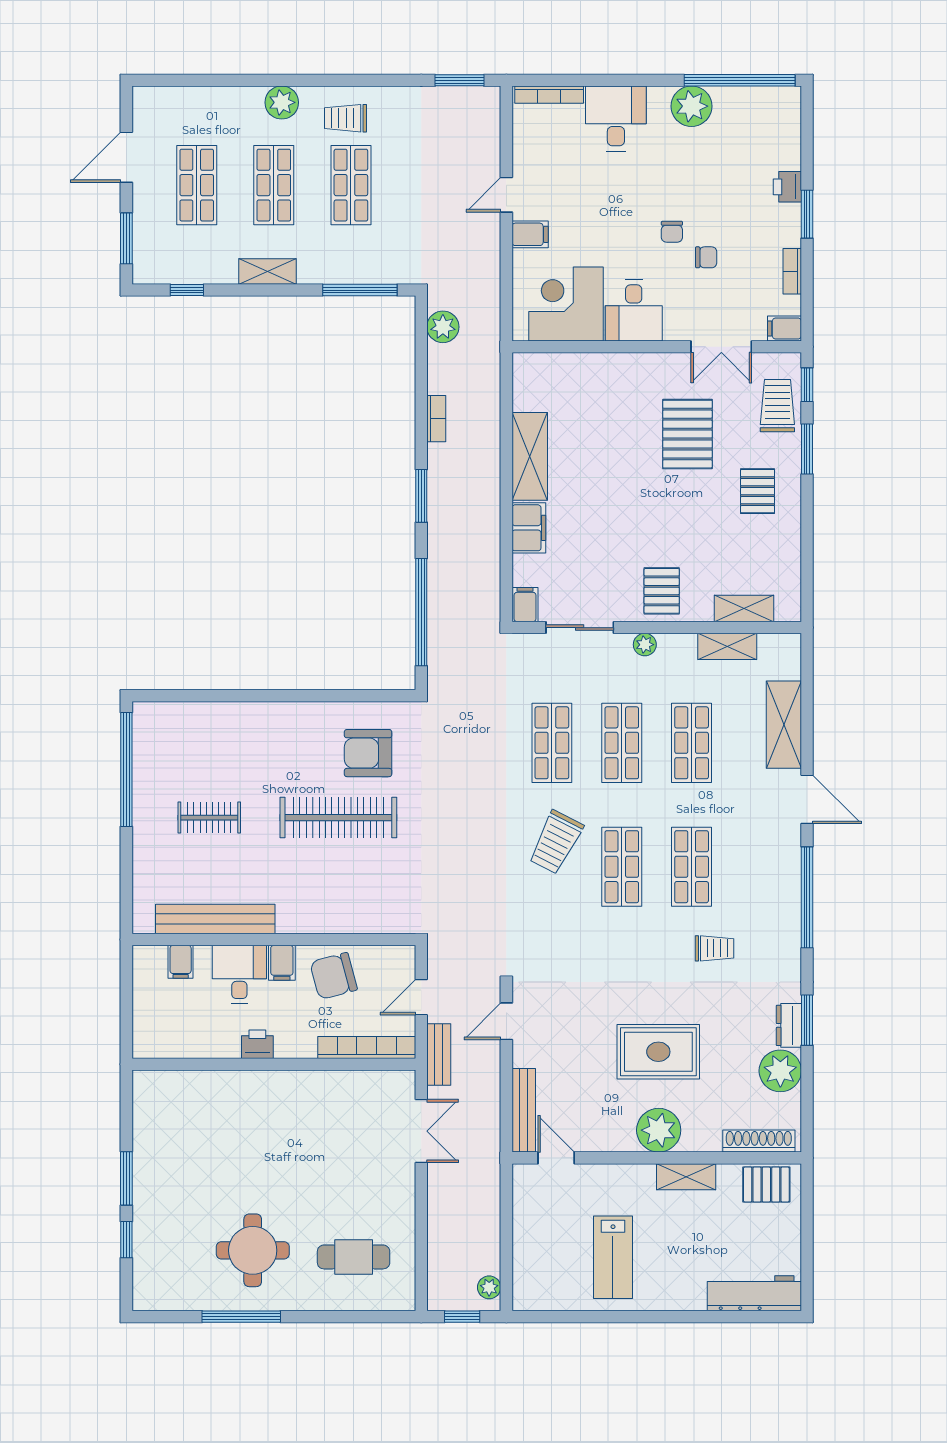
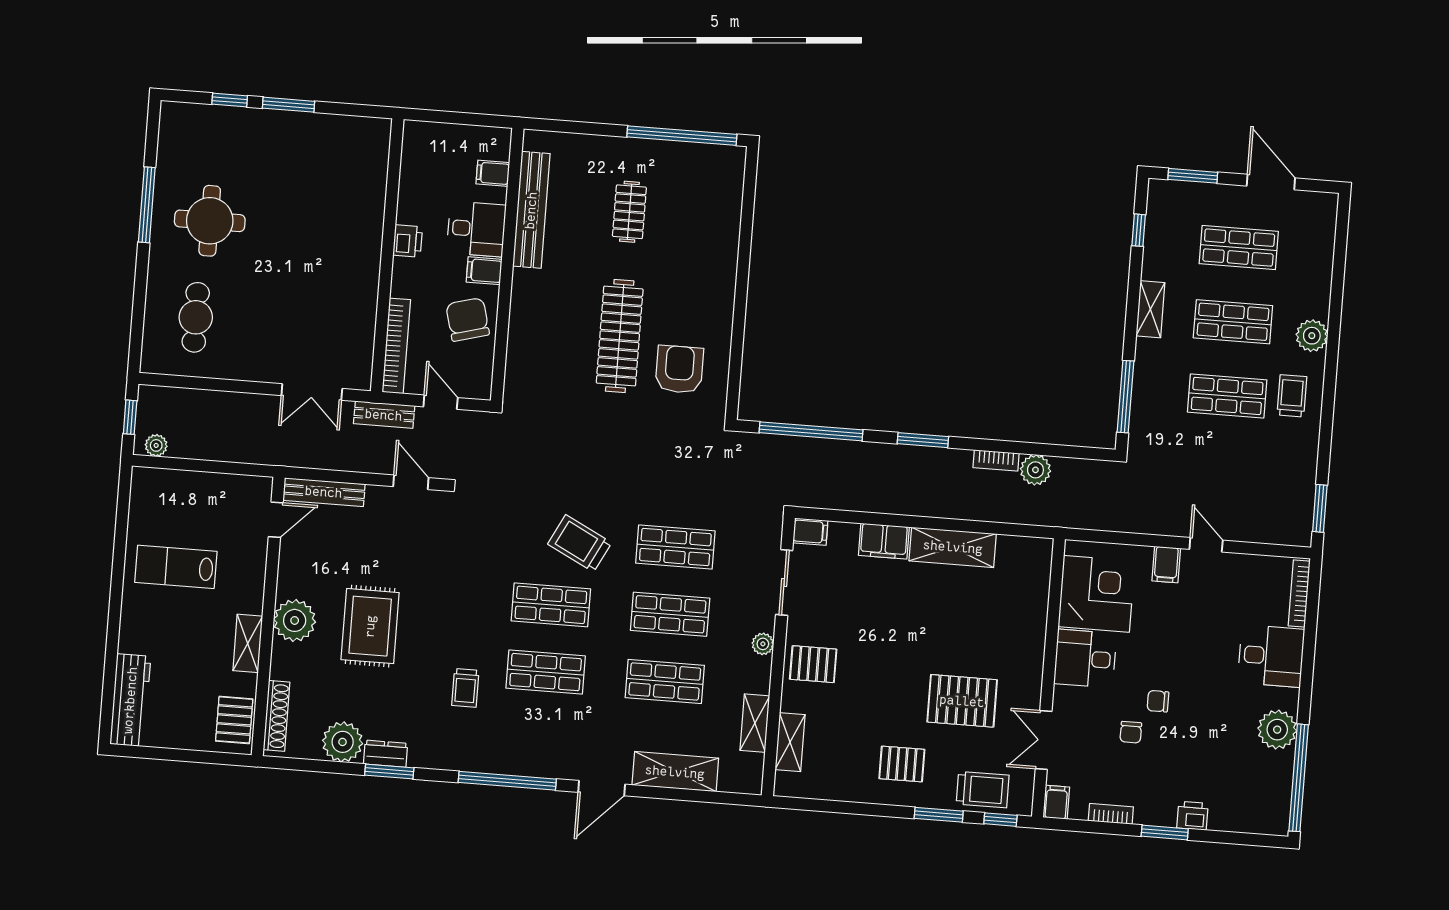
plant: (443, 327) -> (1035, 470), moved

